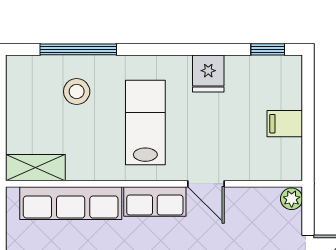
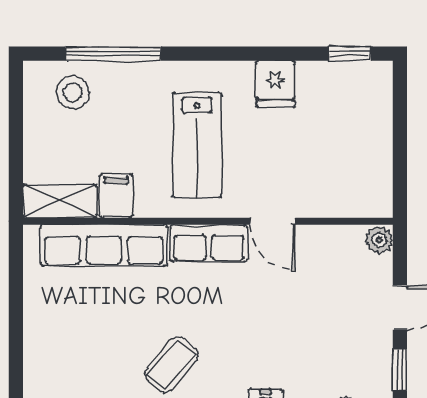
stool: (77, 91) -> (73, 92), moved
lab bench: (145, 123) -> (197, 145), turned 180
filing cabinet: (285, 124) -> (116, 196), moved, turned 90

